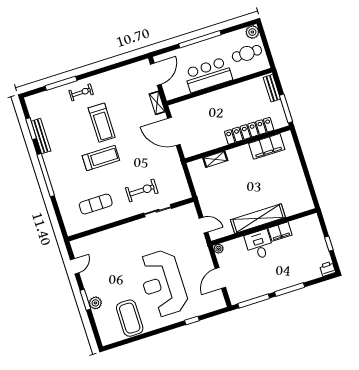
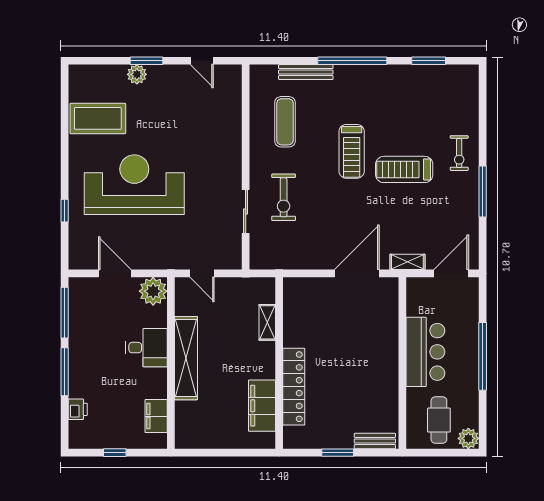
door: (156, 74) -> (451, 273), swing flipped
window: (61, 83) -> (483, 192), moved
window: (286, 109) -> (338, 453), width x0.69
locker: (249, 131) -> (294, 387), moved
bench: (41, 136) -> (306, 72), moved
wall: (238, 144) -> (279, 363), moved
filing cabinet: (267, 146) -> (262, 406), moved
shelving: (215, 159) -> (267, 322), moved
door: (204, 225) -> (202, 273), hinge flipped
filing cabinet: (280, 232) -> (156, 416), moved
plant: (219, 249) -> (153, 291), width x1.87, depth x1.87
printer: (327, 269) -> (78, 409), moved

